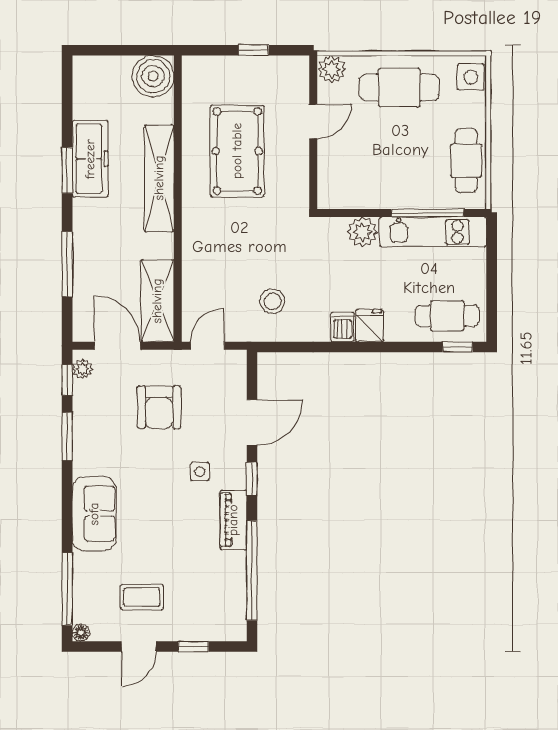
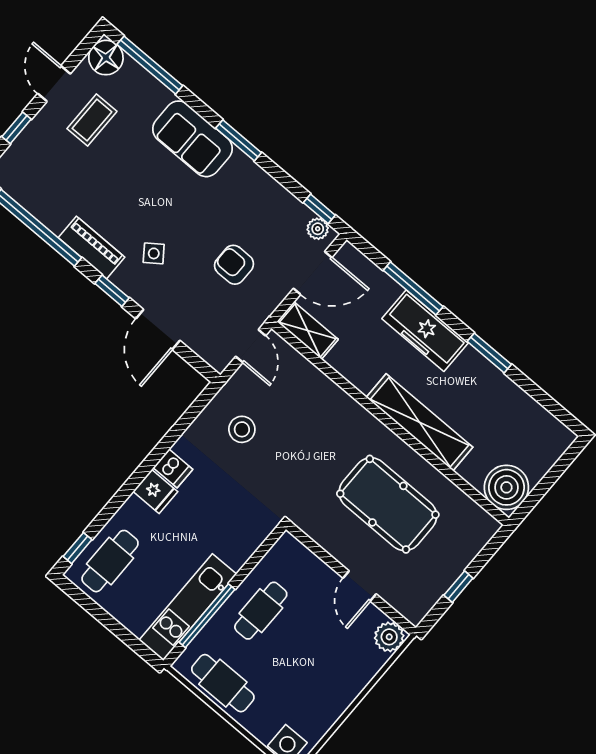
cafe table: (399, 88) -> (261, 611), moved, width x0.73, depth x0.74
freezer: (90, 159) -> (425, 331), moved
plant: (362, 232) -> (236, 550), removed
shelving: (157, 301) -> (308, 330), width x0.67, depth x0.75
armchair: (159, 407) -> (234, 265), width x0.72, depth x0.72
window: (67, 436) -> (239, 140), moved
side table: (200, 472) -> (154, 253), turned -36
floor lamp: (81, 633) -> (106, 58), width x1.89, depth x1.89

